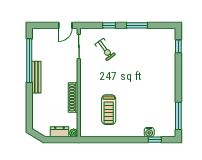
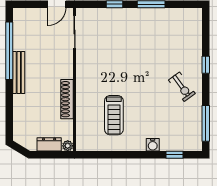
window: (178, 46) -> (206, 65), moved
exercise bike: (105, 49) -> (182, 87), moved
water cooler: (149, 132) -> (153, 145), moved

